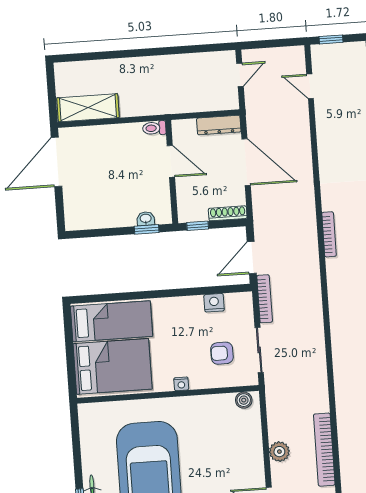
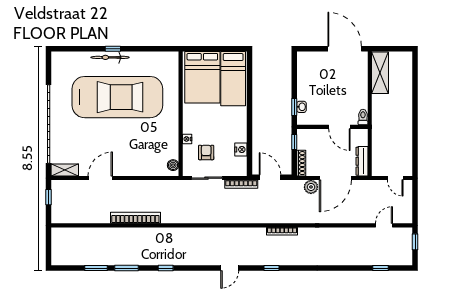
door: (171, 161) -> (339, 127), hinge flipped
nightstand: (181, 384) -> (187, 139), moved
plant: (279, 452) -> (311, 187), moved

